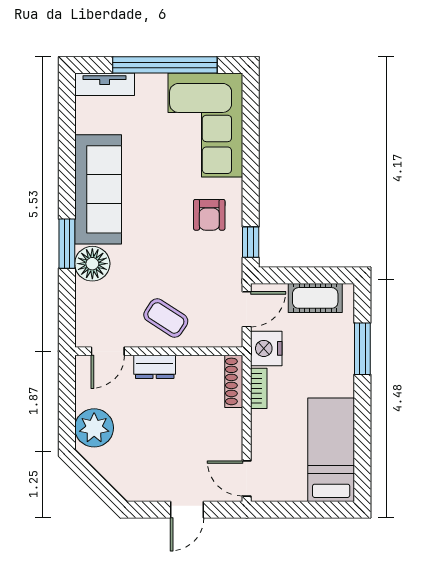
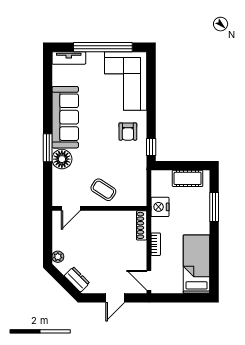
door: (247, 309) -> (149, 185), removed
dresser: (155, 367) -> (77, 279), moved, turned -135
bookcase: (259, 388) -> (156, 244), moved
plant: (94, 428) -> (58, 257), width x0.53, depth x0.53

